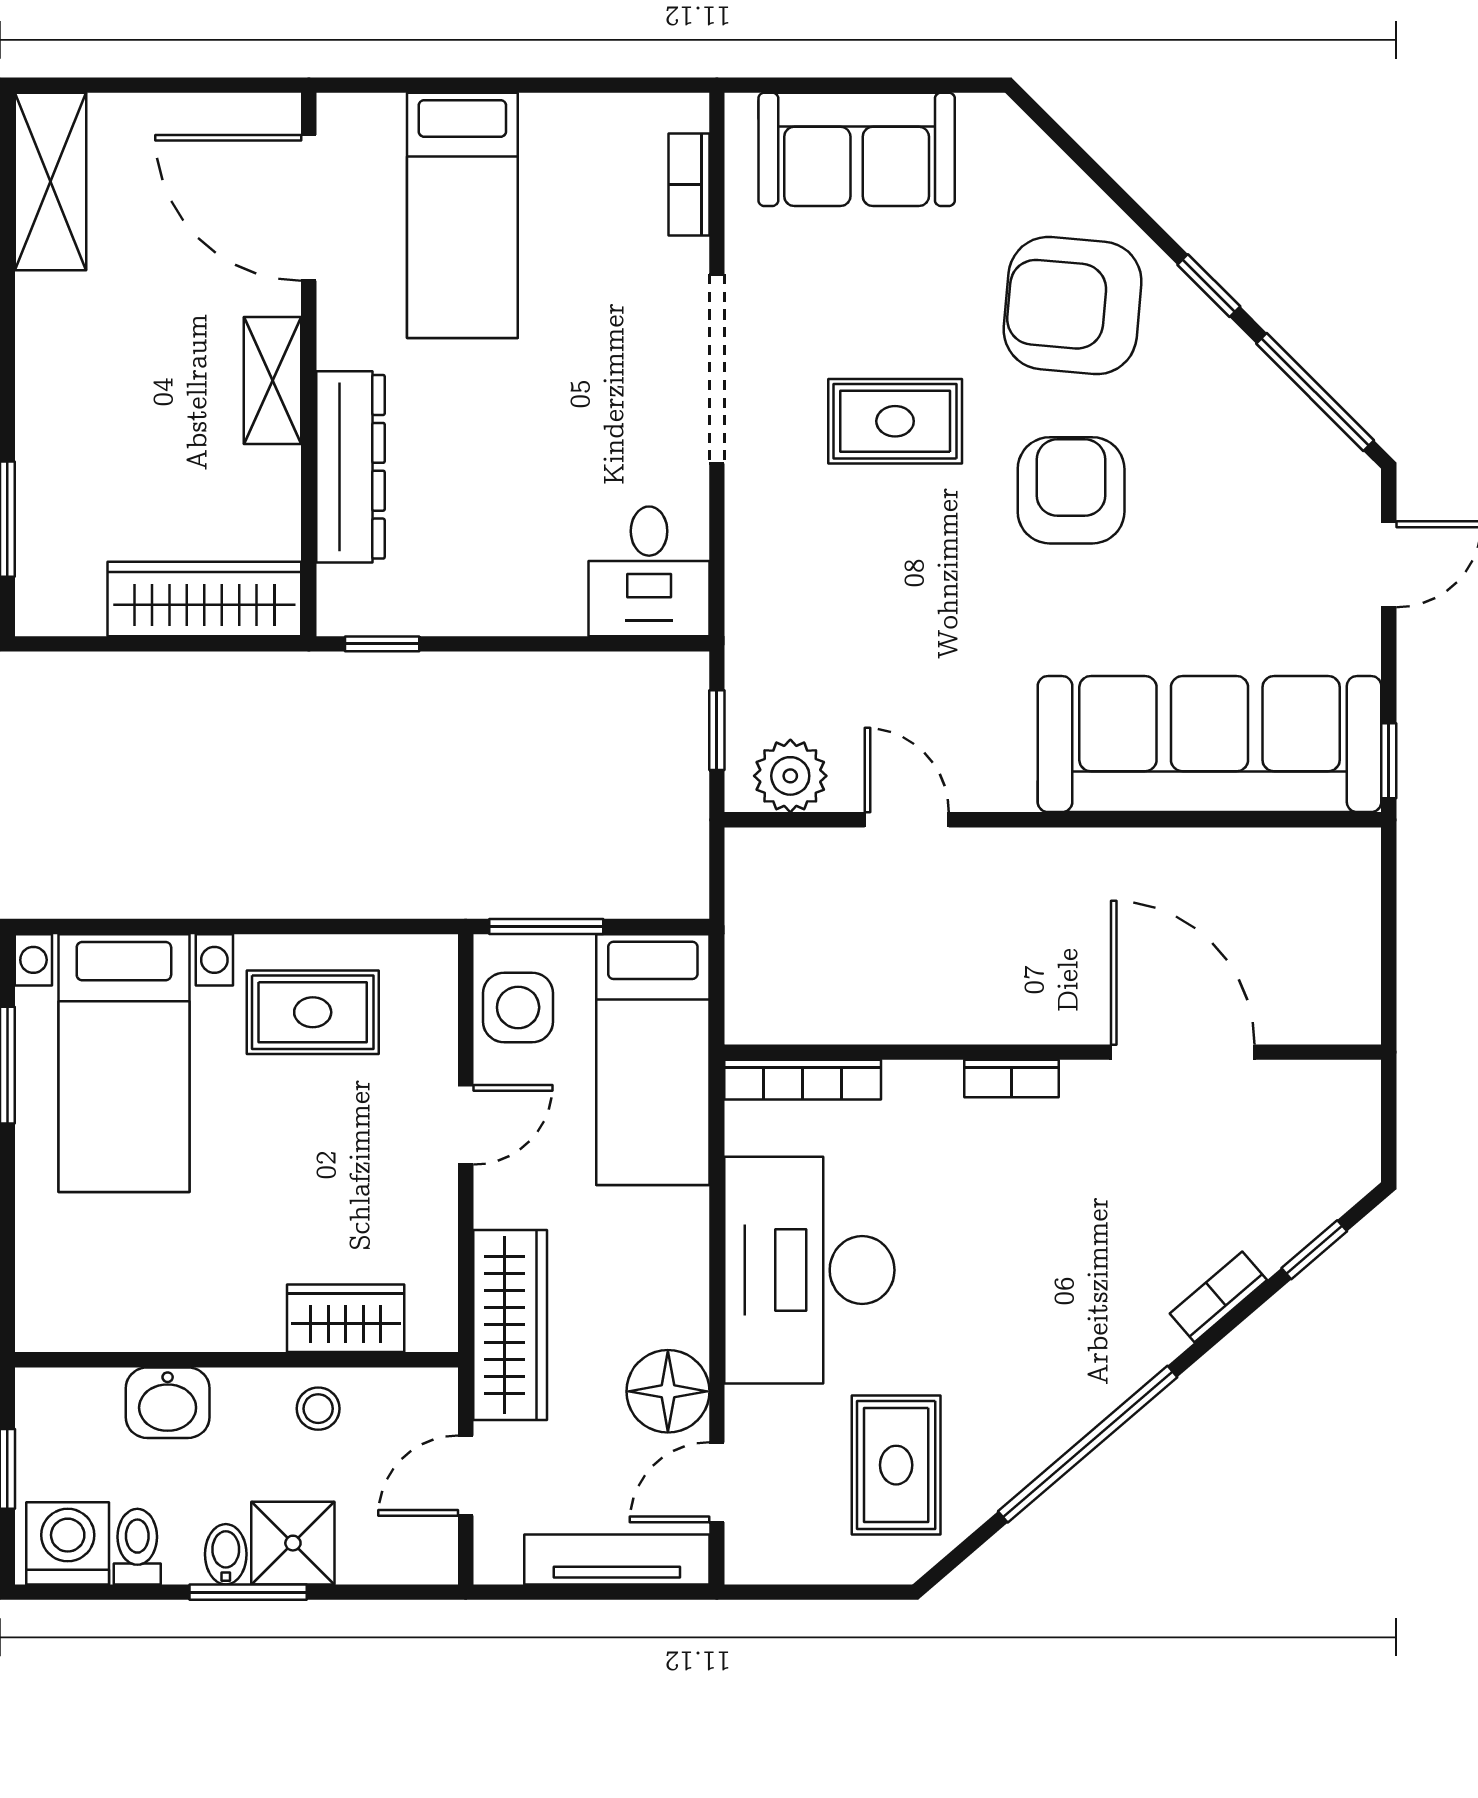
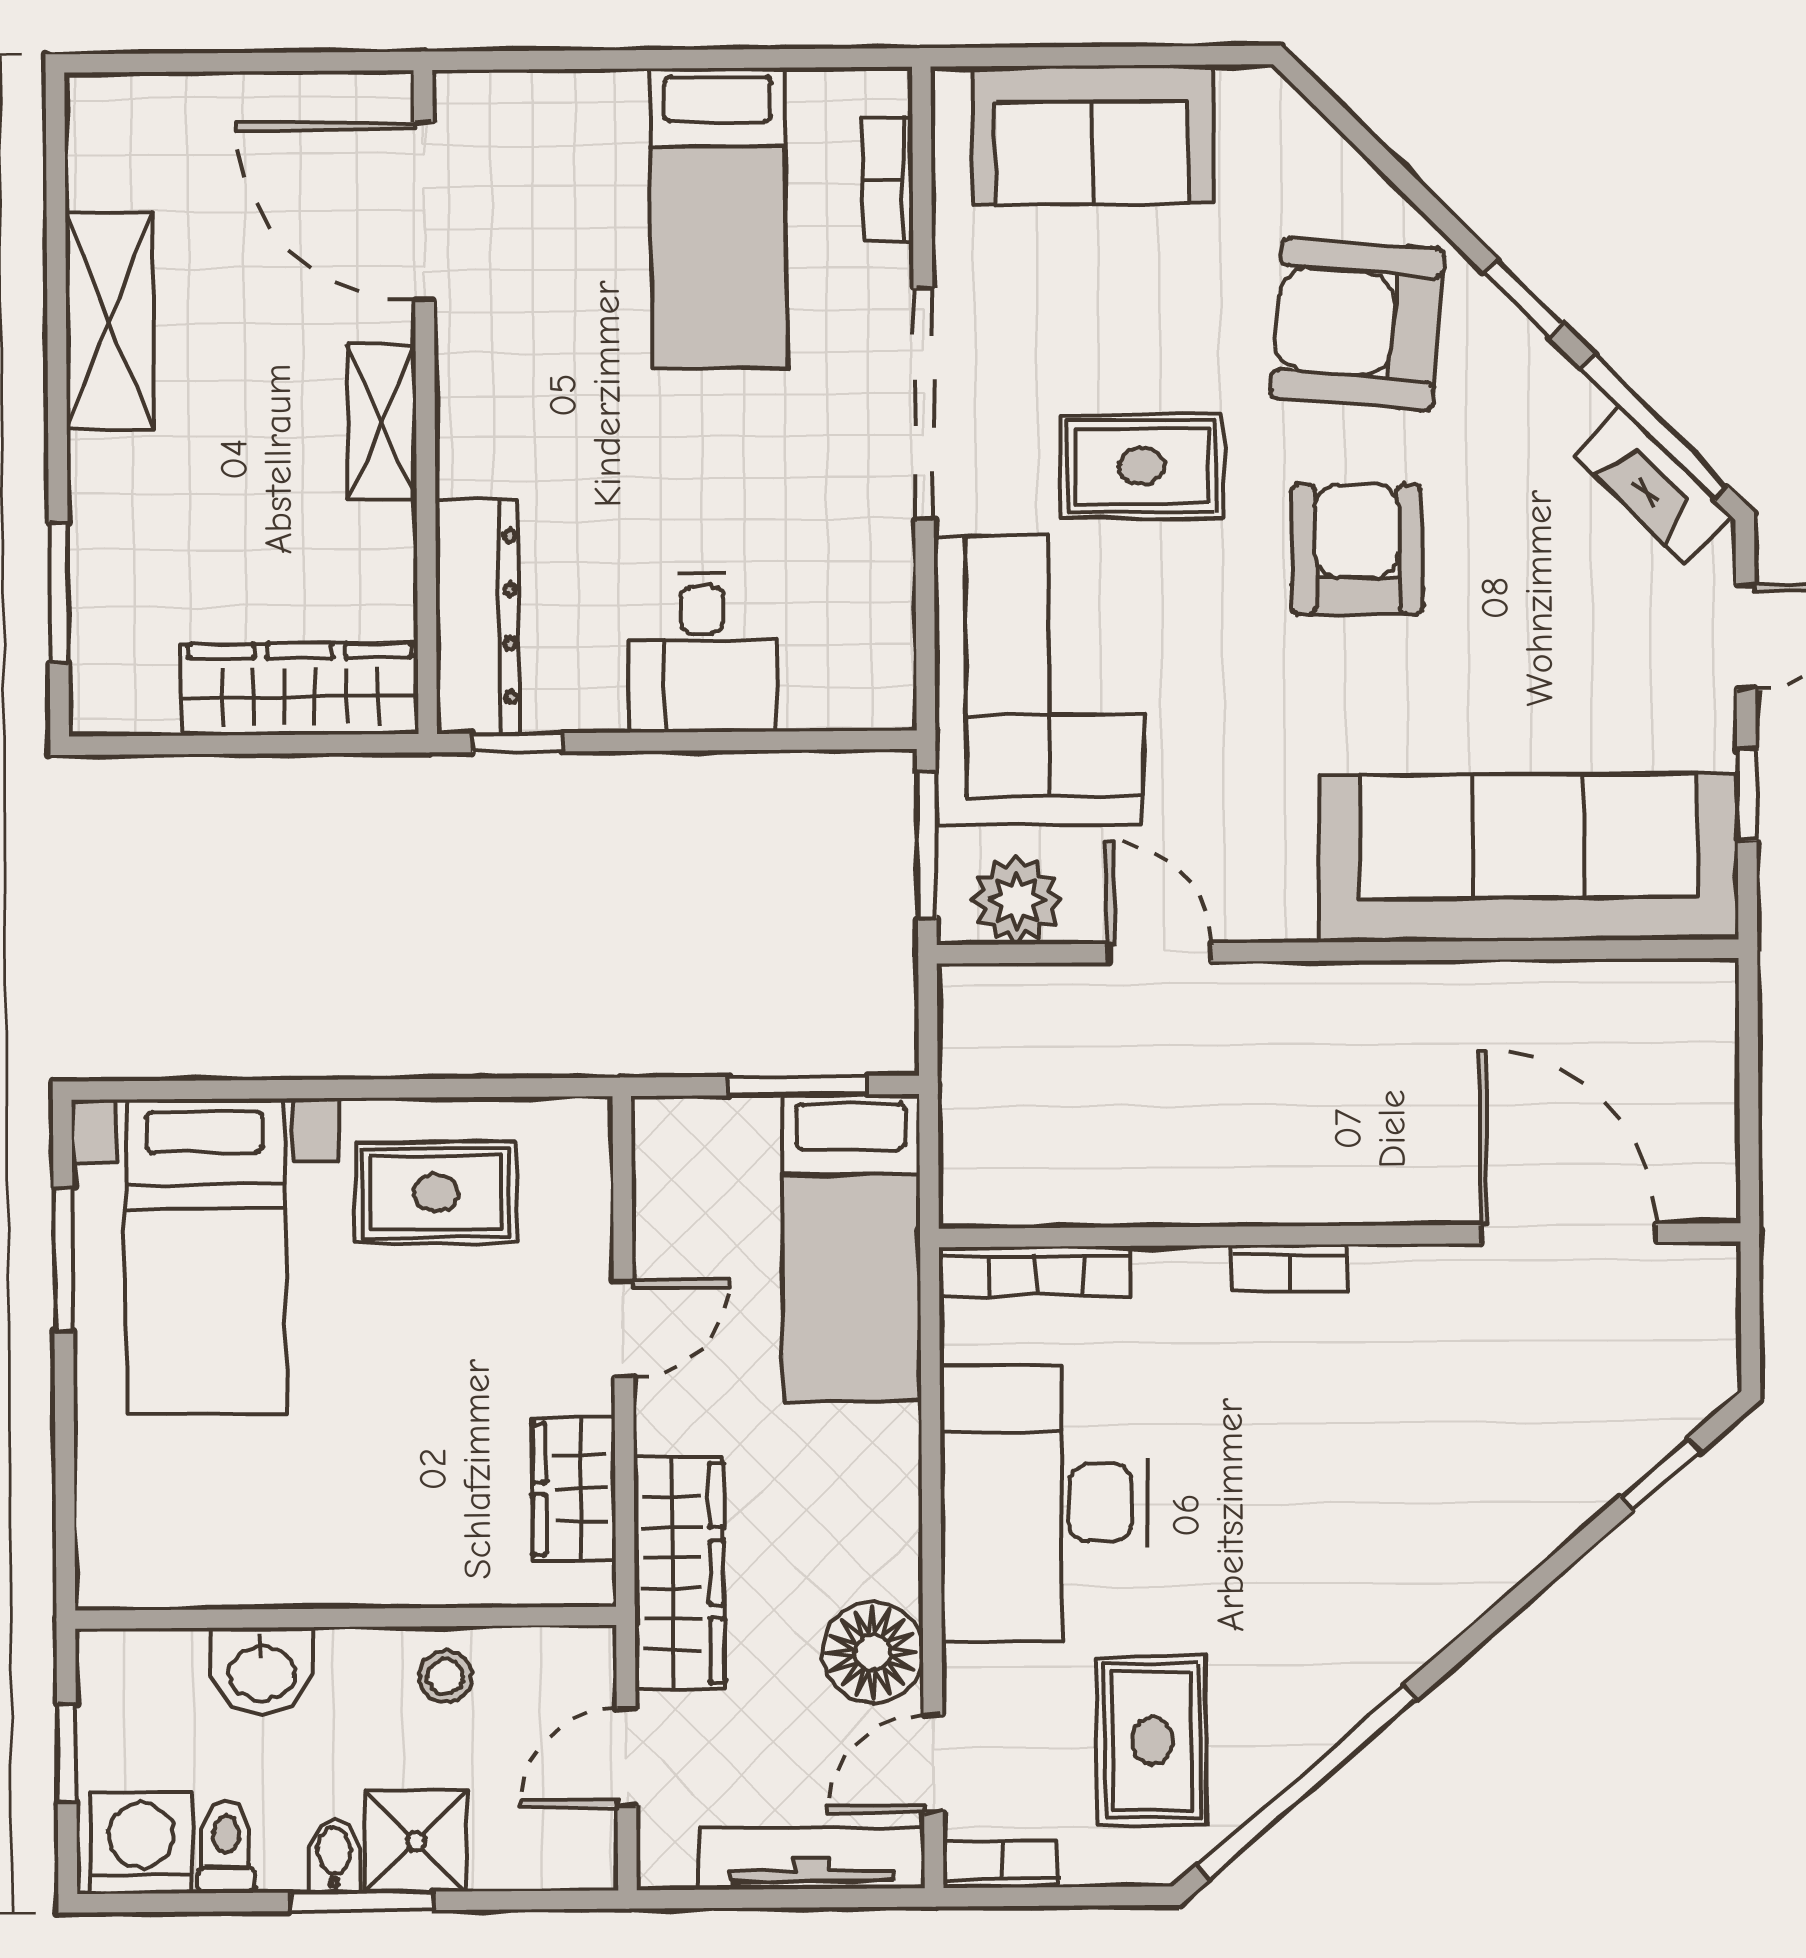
shelving: (50, 182) -> (109, 321), moved
bed: (462, 215) -> (719, 218), moved
fireplace: (1313, 440) -> (1653, 485), added
dresser: (350, 467) -> (478, 617), moved
desk: (649, 571) -> (702, 653), moved
corner sofa: (809, 596) -> (1039, 680), added
window: (717, 730) -> (927, 845), width x1.50
window: (1389, 761) -> (1747, 795), moved
window: (546, 927) -> (797, 1086), moved
side table: (518, 1007) -> (686, 1185), removed
door: (1183, 1052) -> (1568, 1234), moved
bookcase: (1218, 1297) -> (1001, 1864), moved, turned 41
wardrobe: (346, 1318) -> (574, 1489), moved, turned -90
window: (1088, 1444) -> (1306, 1783), moved

